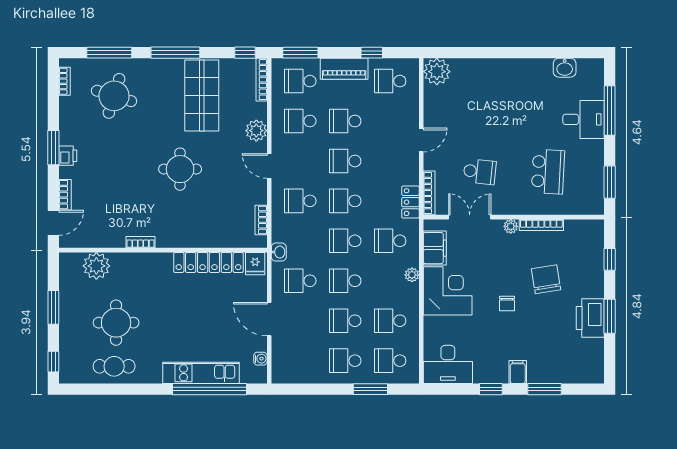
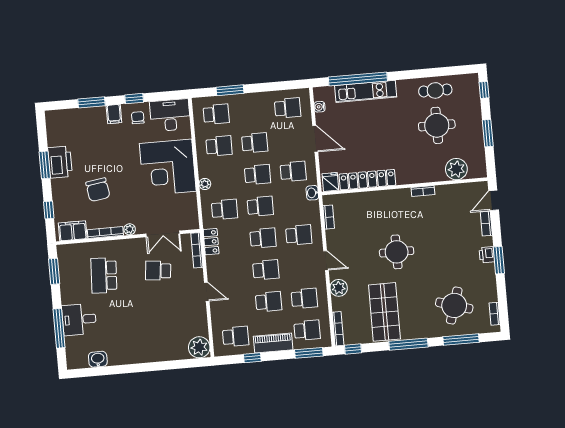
door: (421, 140) -> (207, 292), swing flipped
filing cabinet: (435, 248) -> (73, 231), moved, turned 90
corner desk: (448, 291) -> (168, 167), width x1.36, depth x1.36
chair: (507, 304) -> (138, 118), moved
school desk: (345, 361) -> (288, 108), moved

